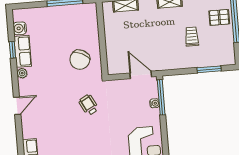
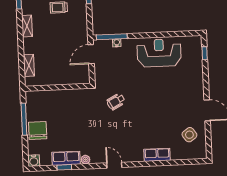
water cooler: (20, 28) -> (34, 161), moved
chair: (80, 60) -> (38, 130), moved, turned -117

